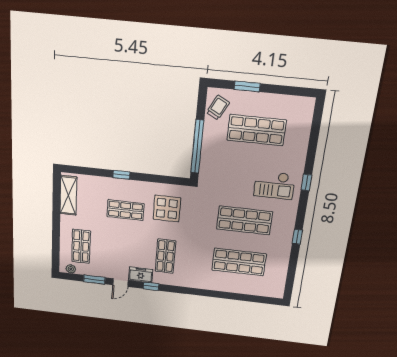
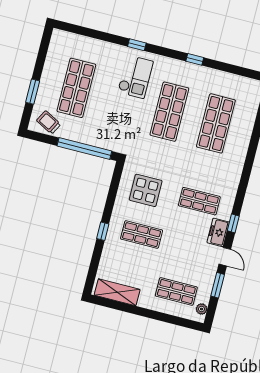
shop shelf: (125, 210) -> (142, 235), turned 90

